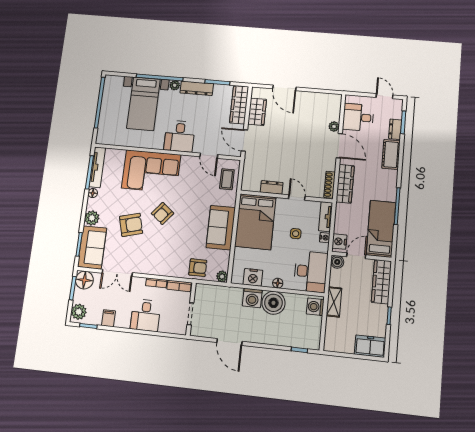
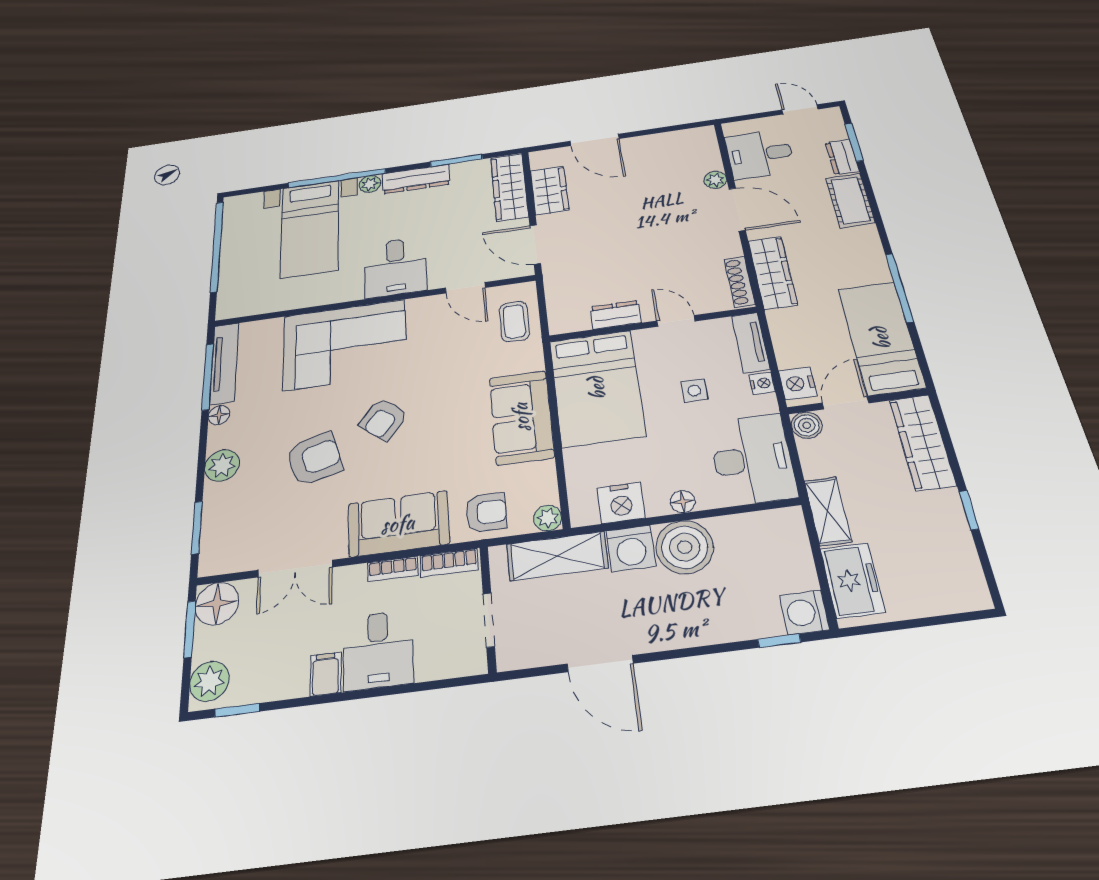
sofa: (92, 247) -> (398, 524), moved, turned -90
shelving: (222, 294) -> (557, 556), added
washing machine: (315, 307) -> (805, 612), moved
filing cabinet: (108, 318) -> (326, 674), moved
freezer: (370, 346) -> (852, 580), moved, turned 90

